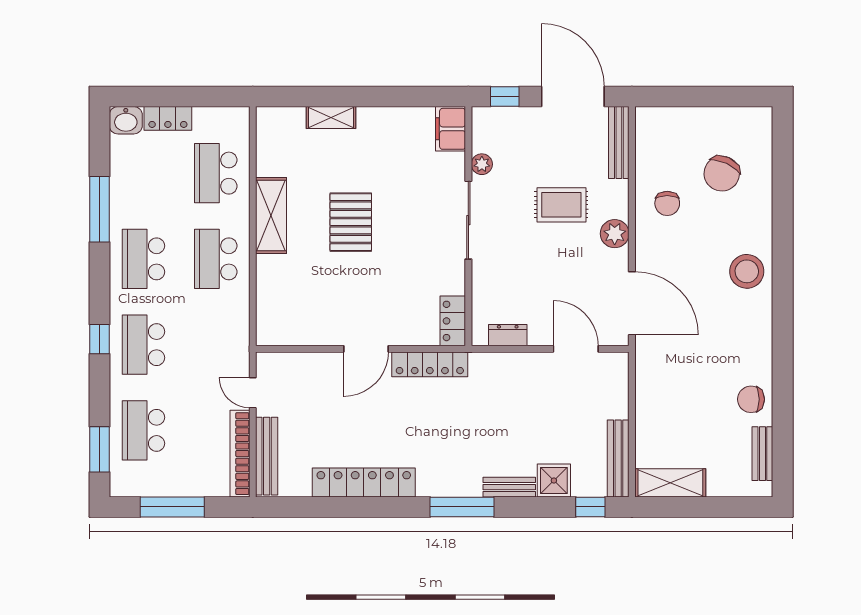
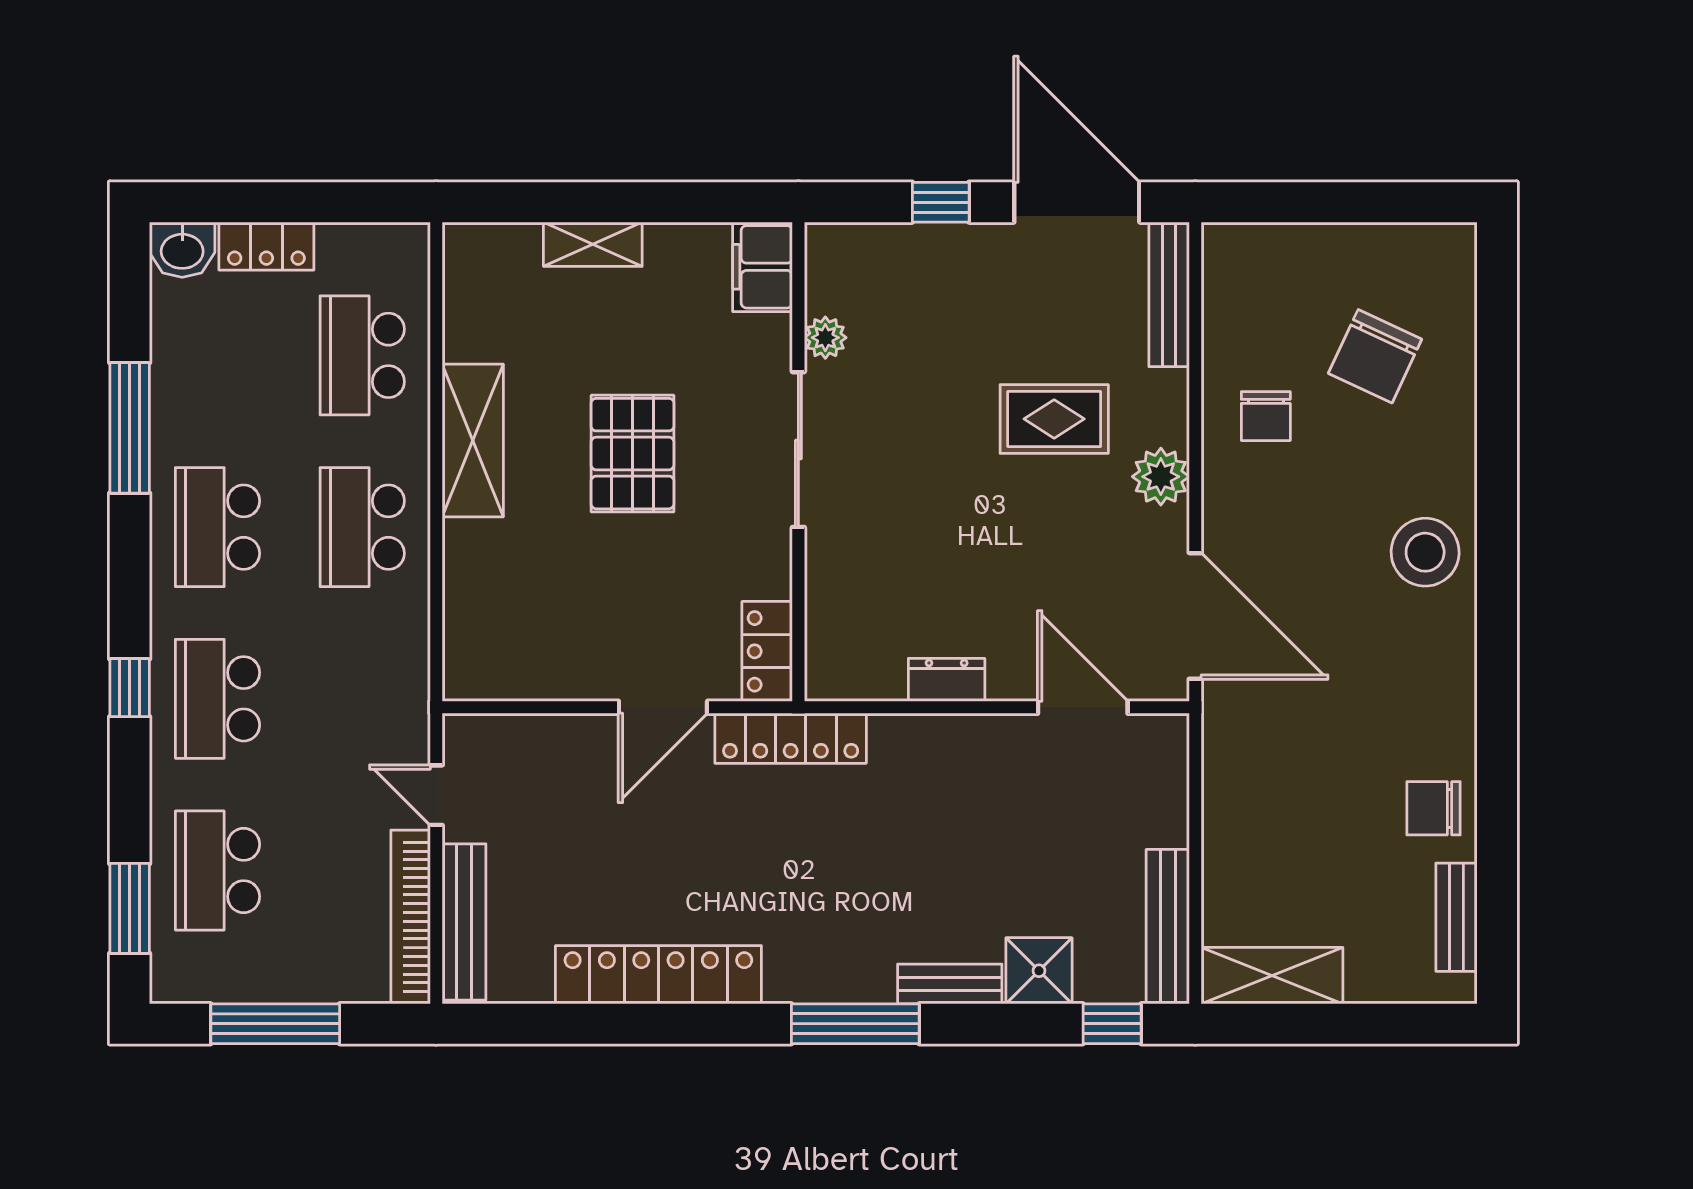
filing cabinet: (450, 129) -> (763, 267), moved
plant: (482, 164) -> (825, 338), moved
sliding door: (468, 220) -> (798, 450), moved
wall: (468, 226) -> (798, 462), moved
locker: (453, 321) -> (767, 651), moved

